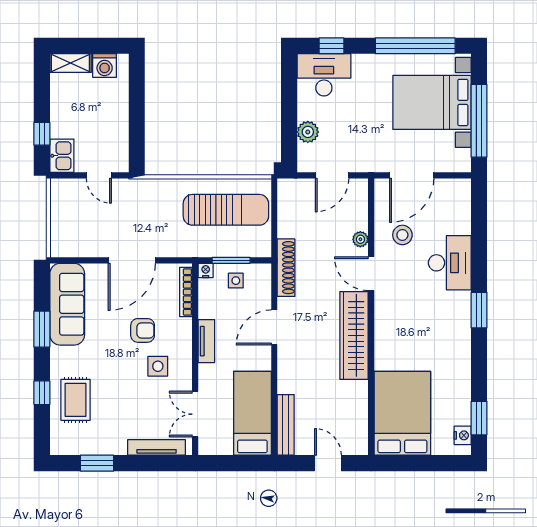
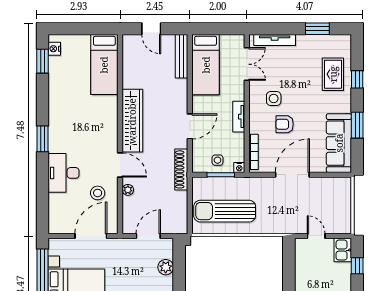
bed: (402, 413) -> (104, 65), width x0.67

